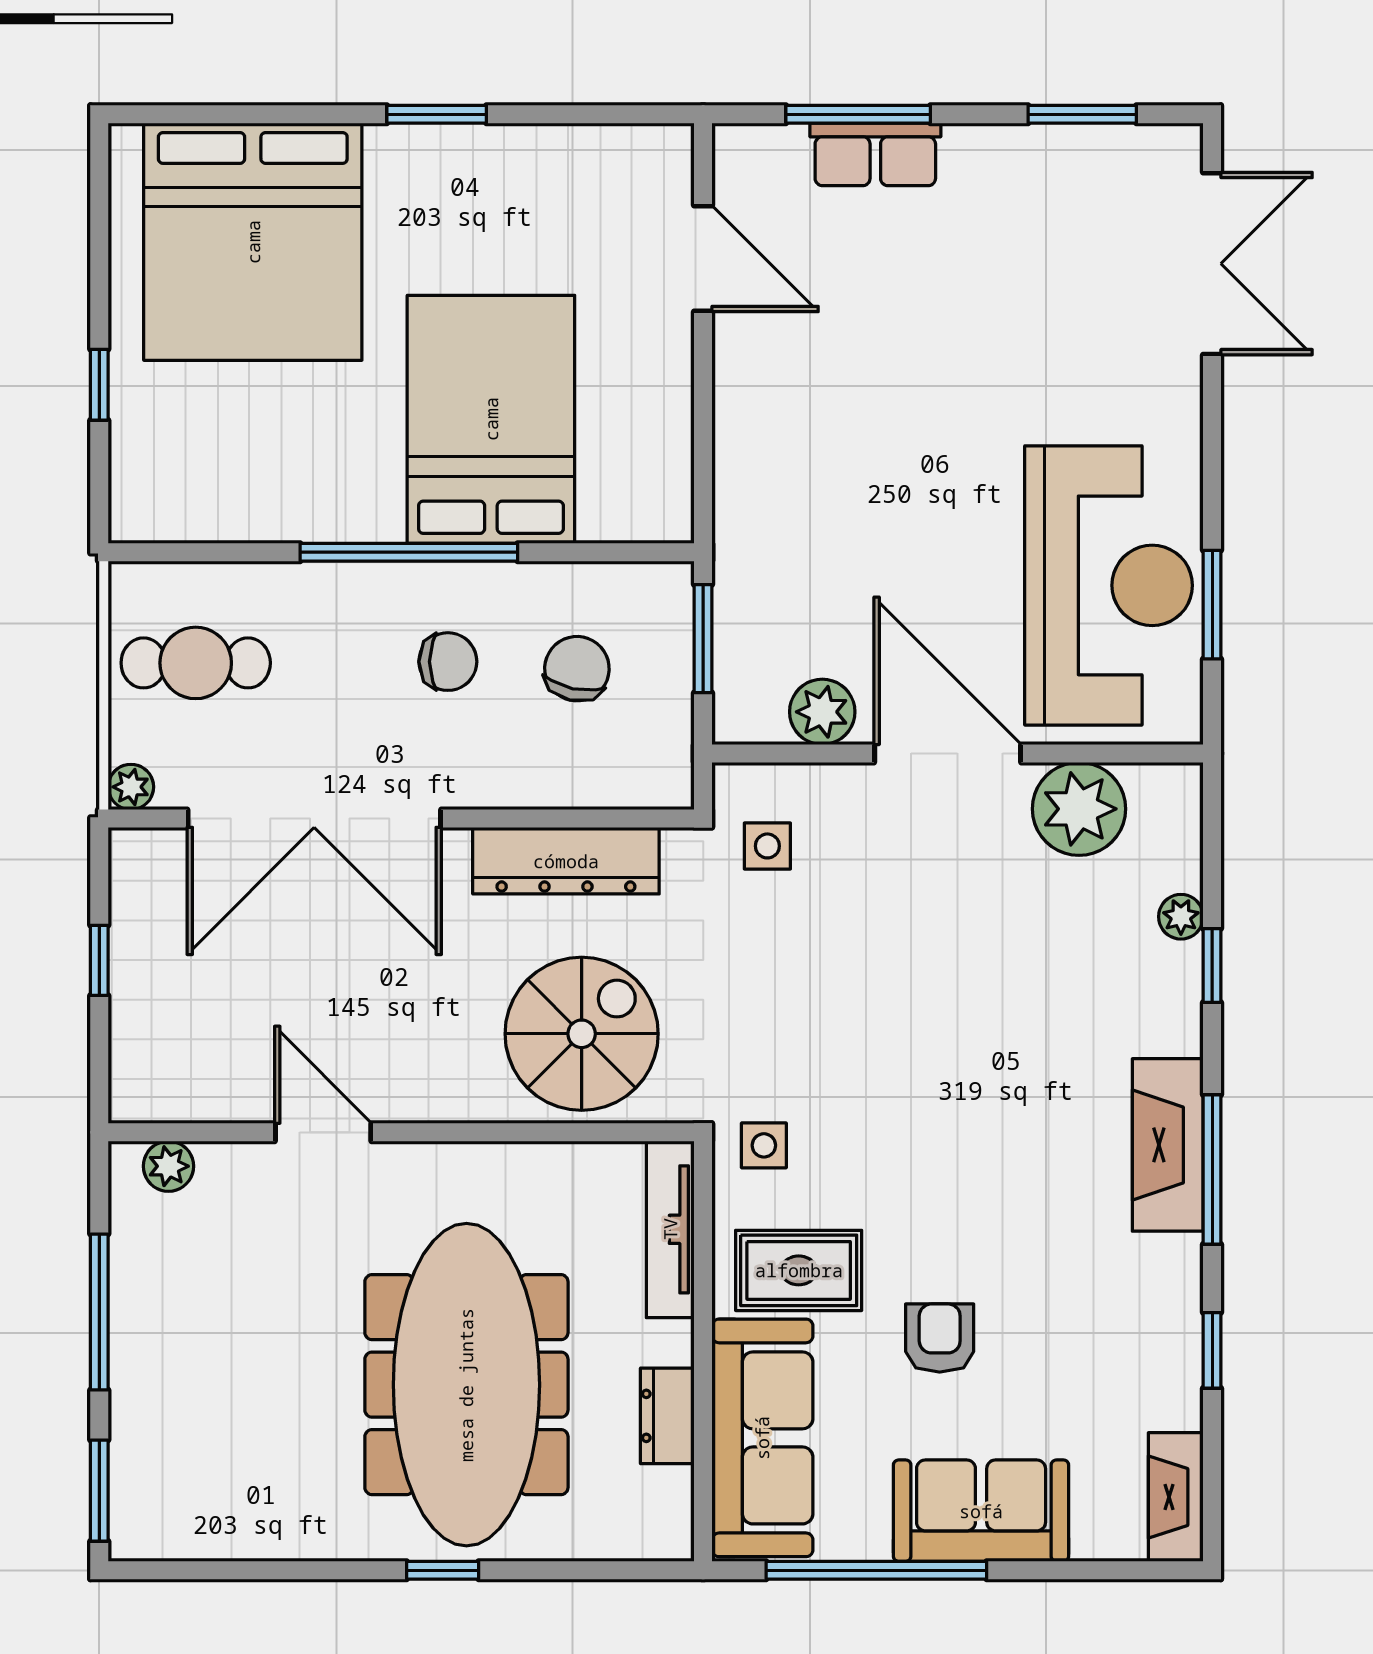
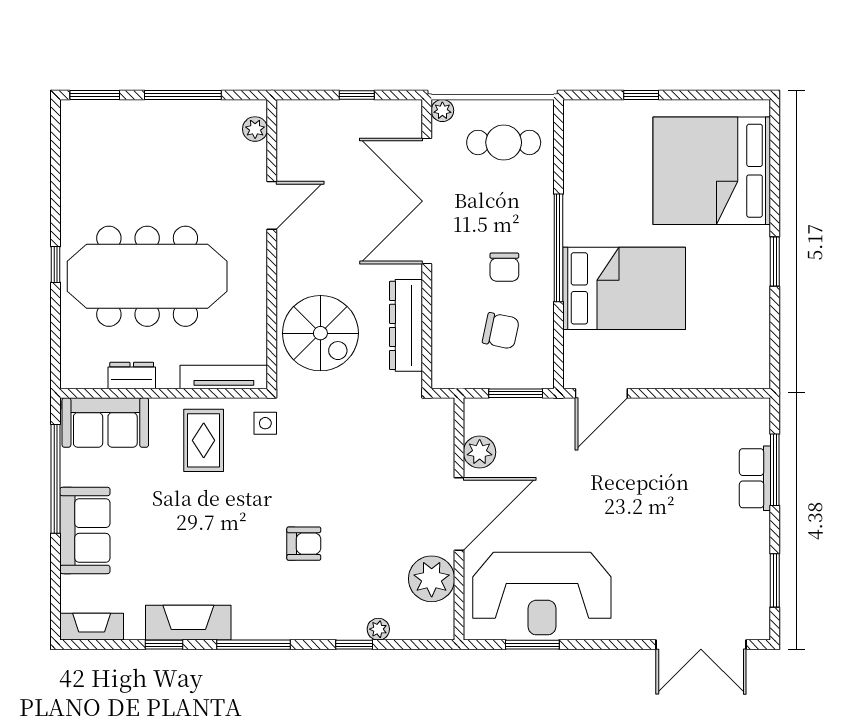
door: (703, 259) -> (601, 393), moved
cafe table: (196, 663) -> (504, 142), turned 90
side table: (767, 846) -> (413, 425), removed
fireplace: (1168, 1145) -> (188, 623), moved
armchair: (940, 1338) -> (304, 544), moved
sofa: (762, 1438) -> (105, 422), width x0.73

